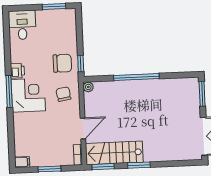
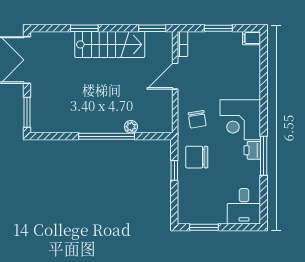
window: (81, 64) -> (174, 170), moved
plant: (88, 87) -> (131, 127), moved
window: (9, 91) -> (264, 156), moved
stairs: (114, 153) -> (110, 44), moved
window: (139, 165) -> (84, 28), moved

